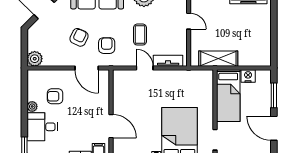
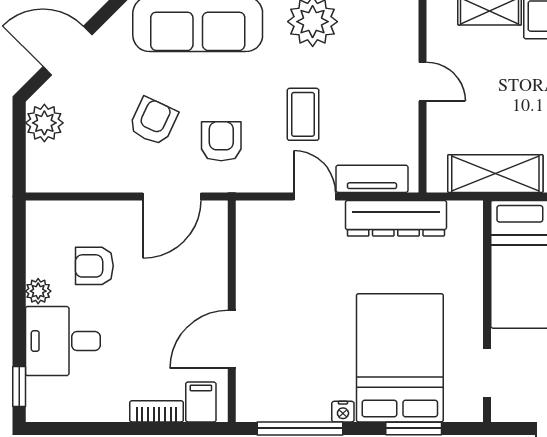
plant: (35, 59) -> (44, 123), moved
door: (87, 68) -> (172, 196), hinge flipped
dresser: (178, 77) -> (396, 218), added
door: (111, 126) -> (232, 339), swing flipped

